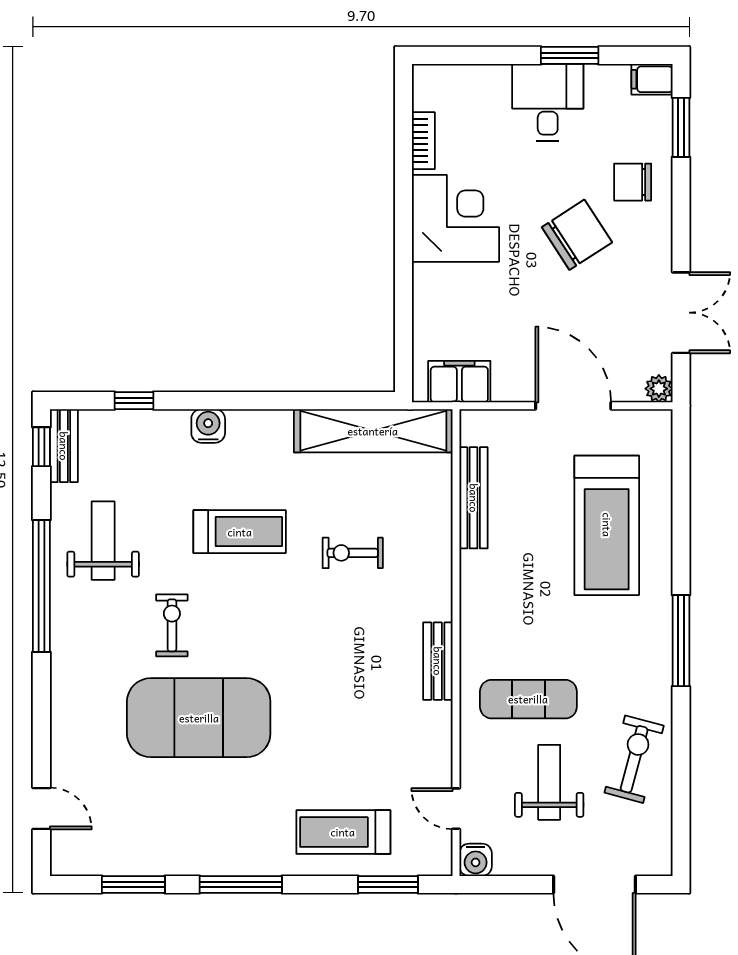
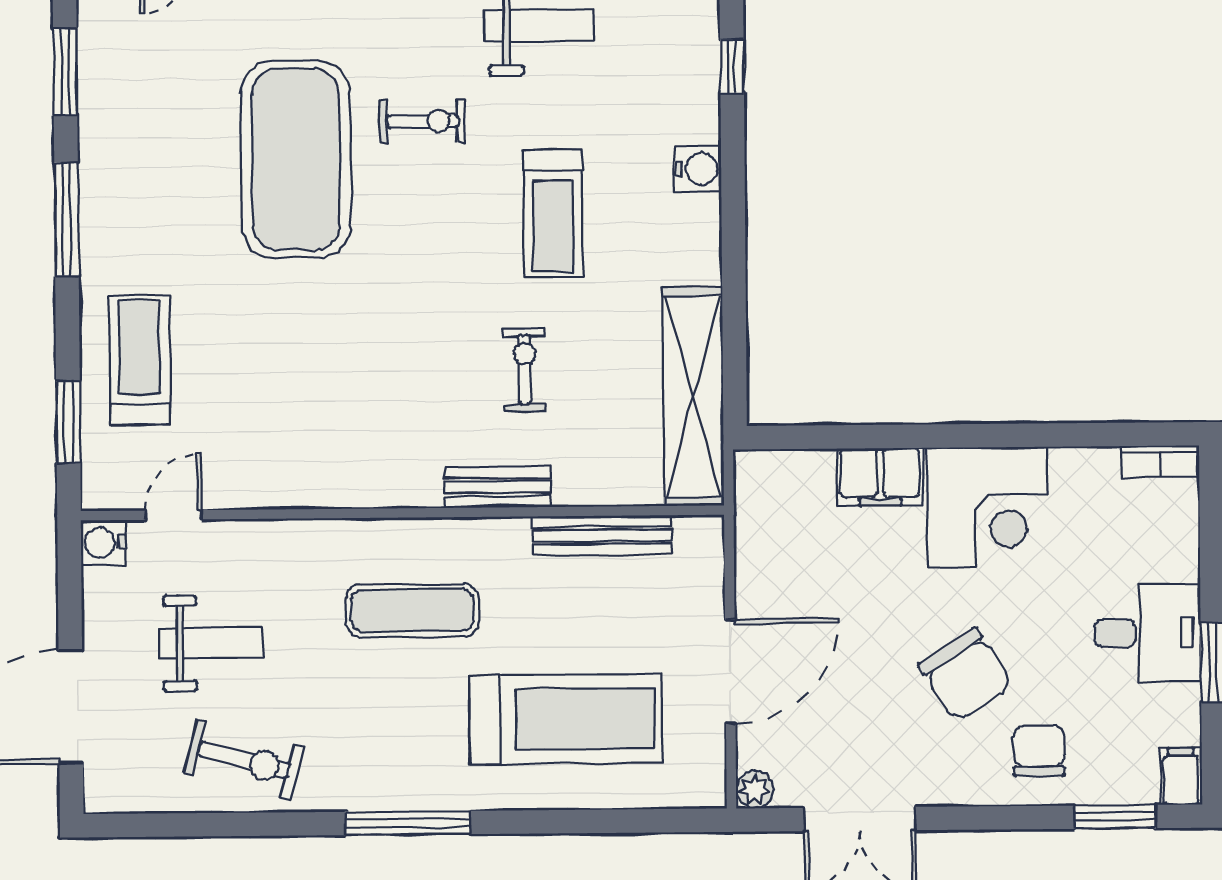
bookcase: (423, 141) -> (1160, 461), moved
filing cabinet: (459, 382) -> (880, 477), moved, turned 90
treadmill: (607, 525) -> (566, 719), turned 180
bench: (438, 661) -> (497, 487), moved
exercise mat: (528, 699) -> (412, 611), moved, turned 90

